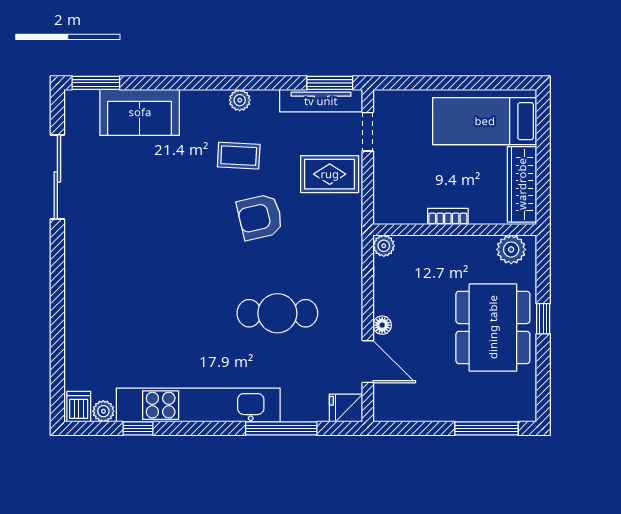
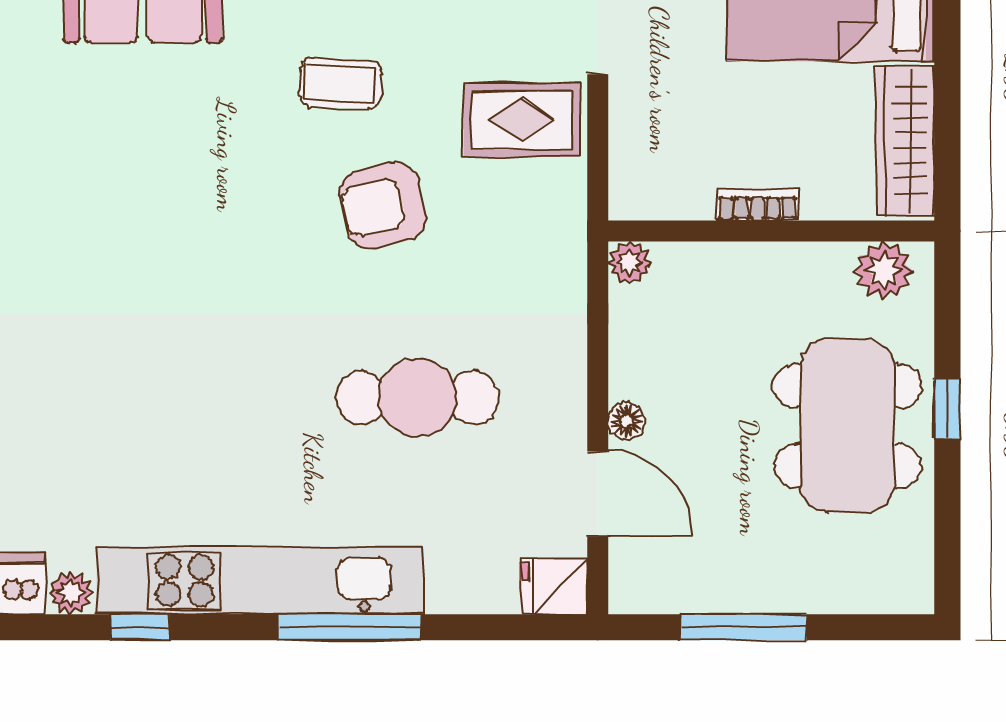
window: (281, 428) -> (350, 627), moved
window: (486, 428) -> (744, 627), moved

